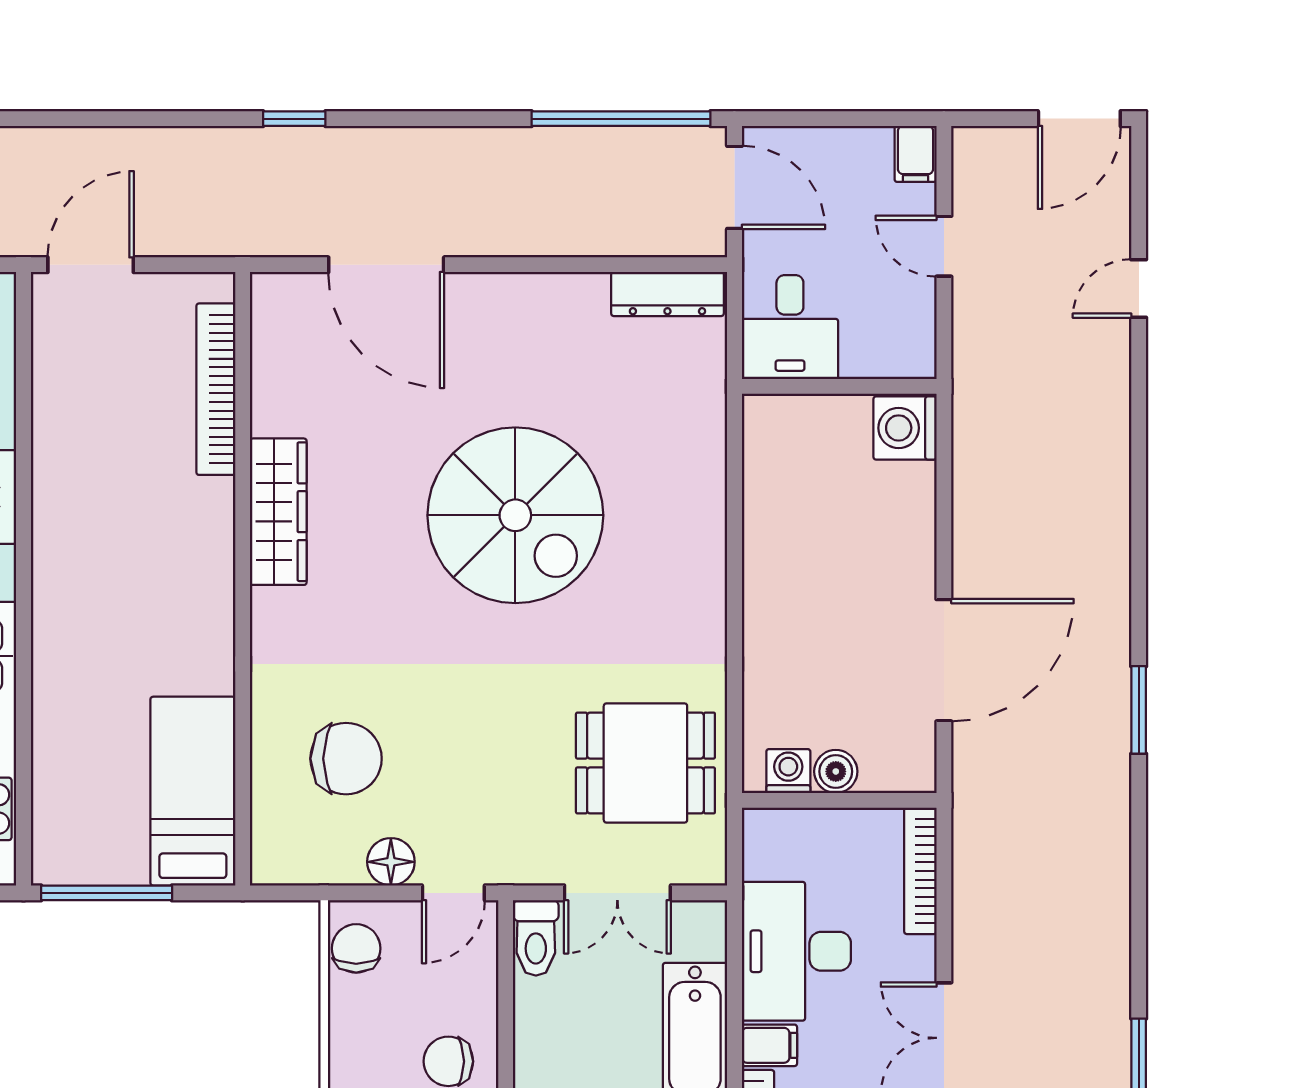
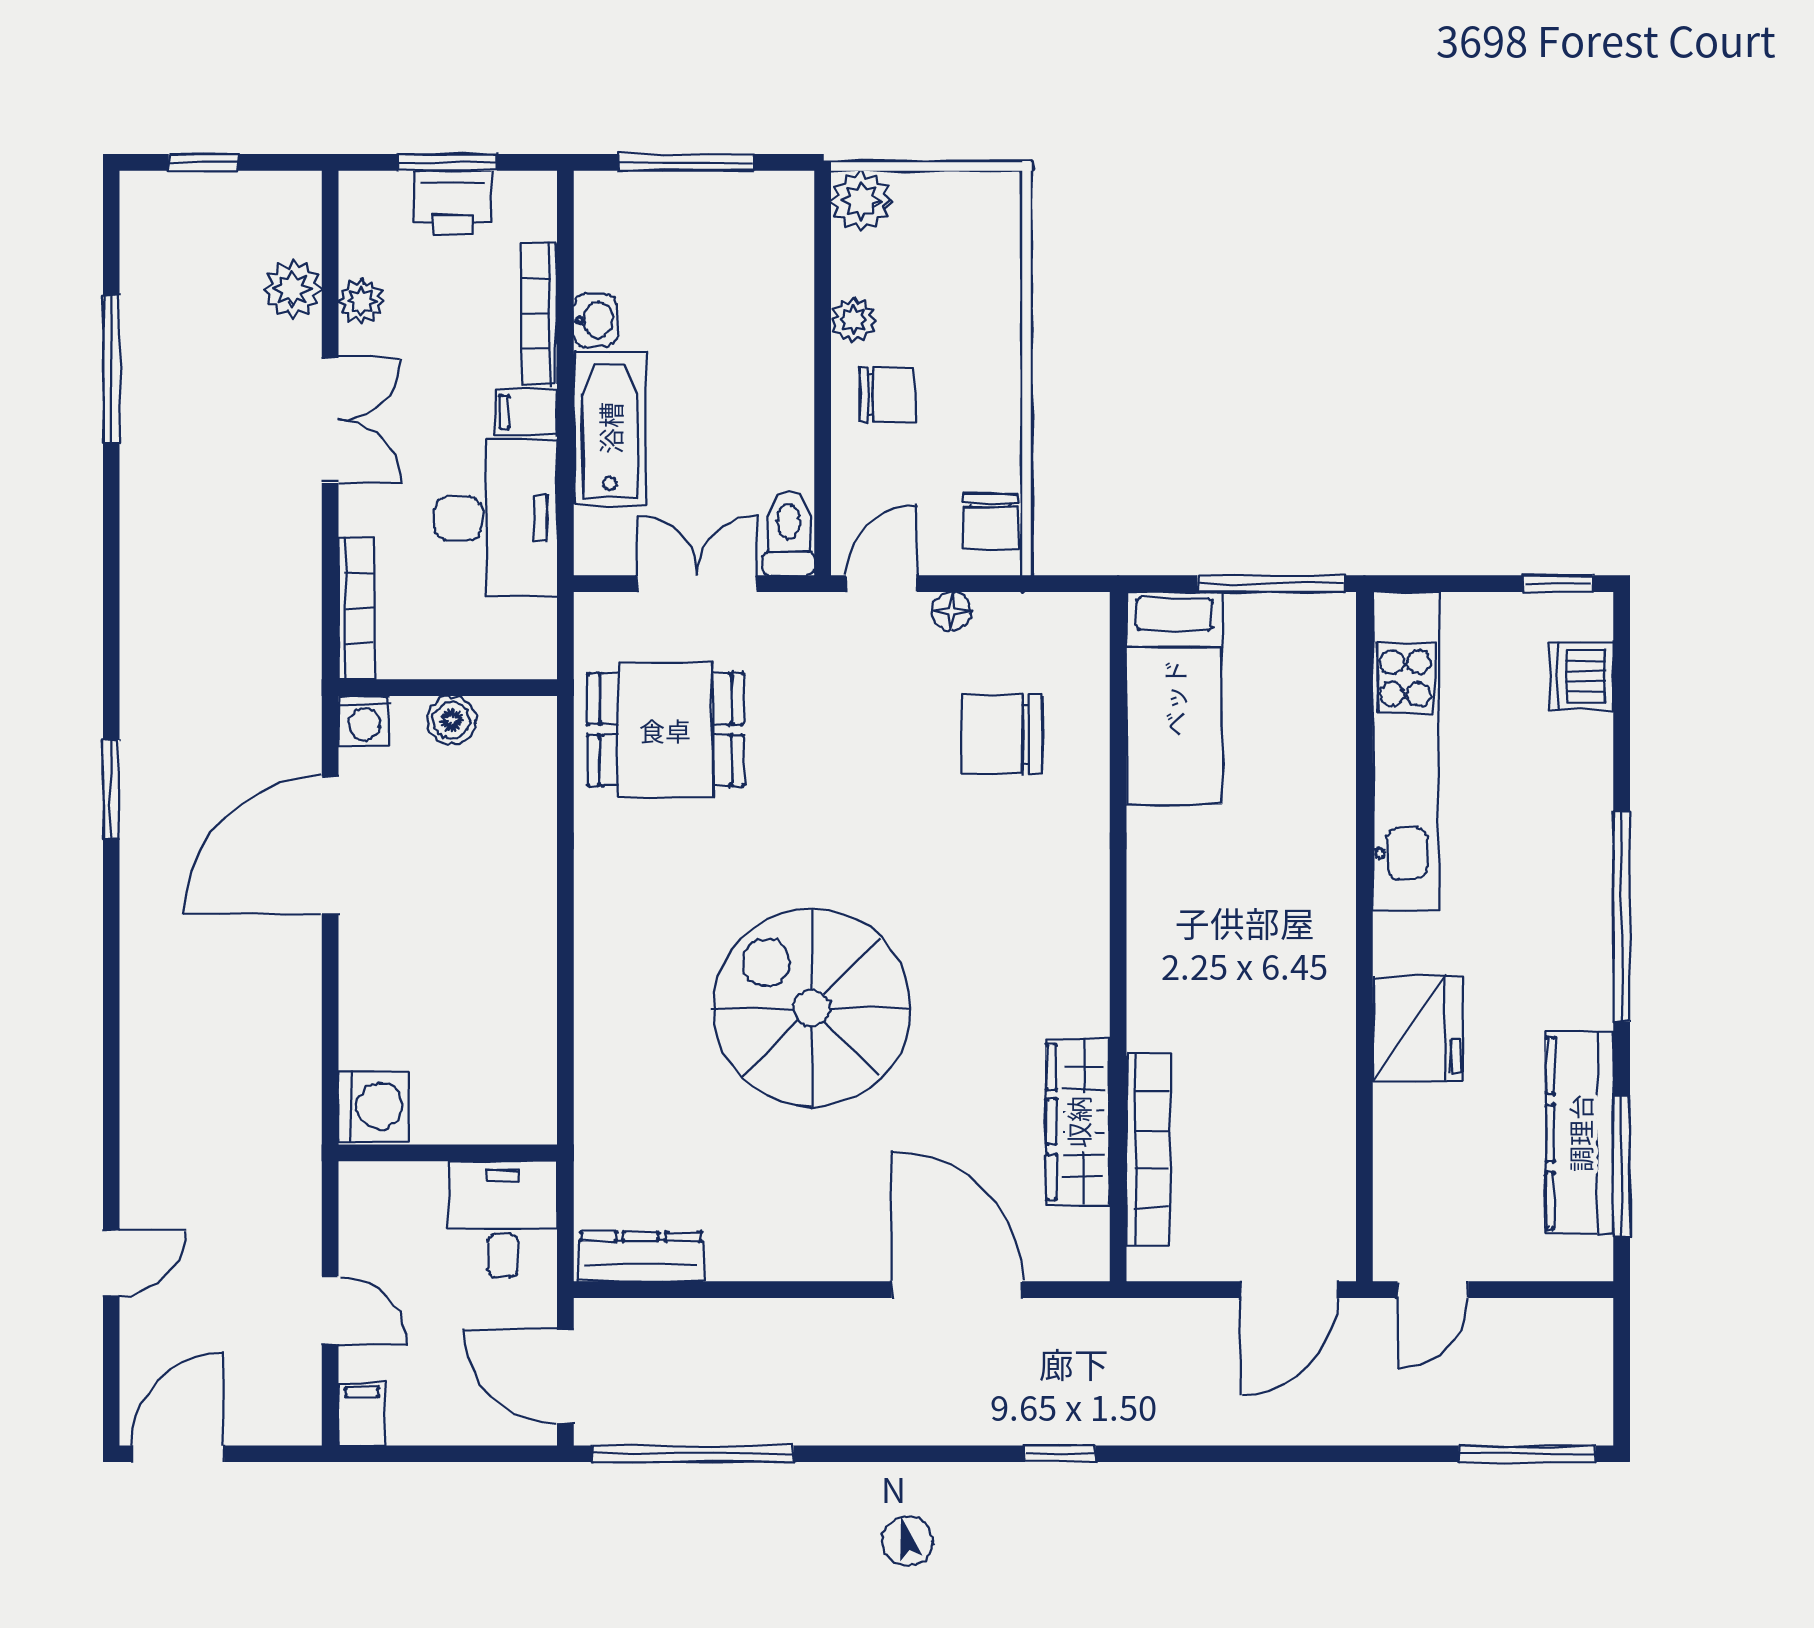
wardrobe: (278, 512) -> (1078, 1122), moved
washing machine: (788, 771) -> (364, 721), moved
floor lamp: (391, 862) -> (951, 611), width x0.73, depth x0.73

